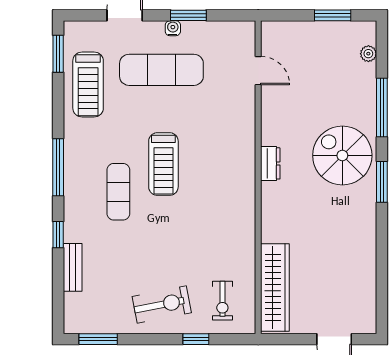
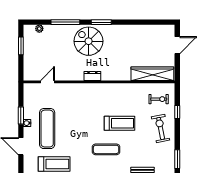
spiral stairs: (342, 155) -> (89, 41), turned 90
treadmill: (163, 164) -> (119, 123), moved

